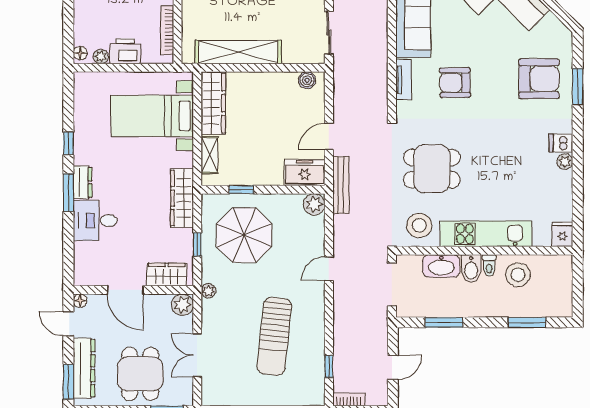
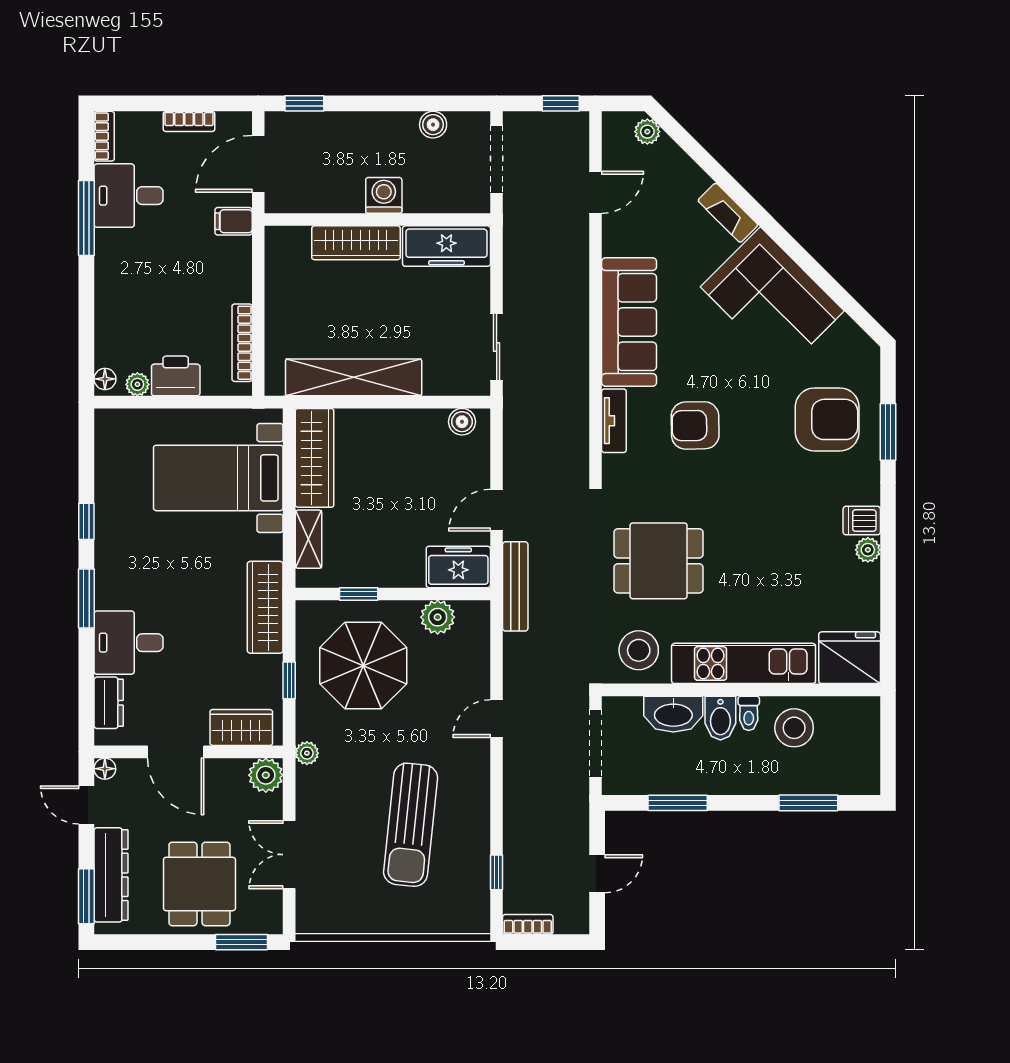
dresser: (83, 182) -> (109, 703), moved
plant: (314, 204) -> (438, 617), moved
fridge: (562, 234) -> (850, 658), width x1.88, depth x1.34

